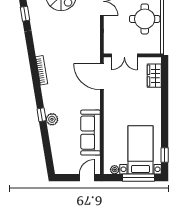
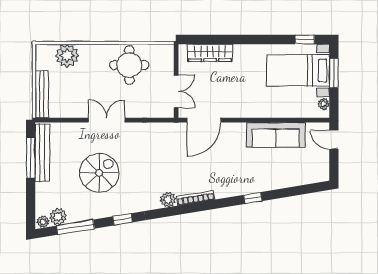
wardrobe: (154, 76) -> (210, 53), width x1.50
plant: (52, 119) -> (168, 199), moved
window: (139, 178) -> (334, 73), width x0.69

